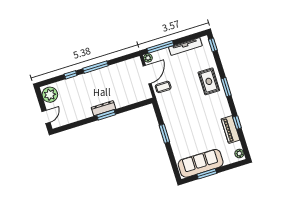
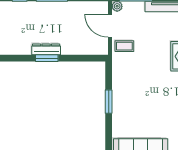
door: (147, 75) -> (110, 26), swing flipped

